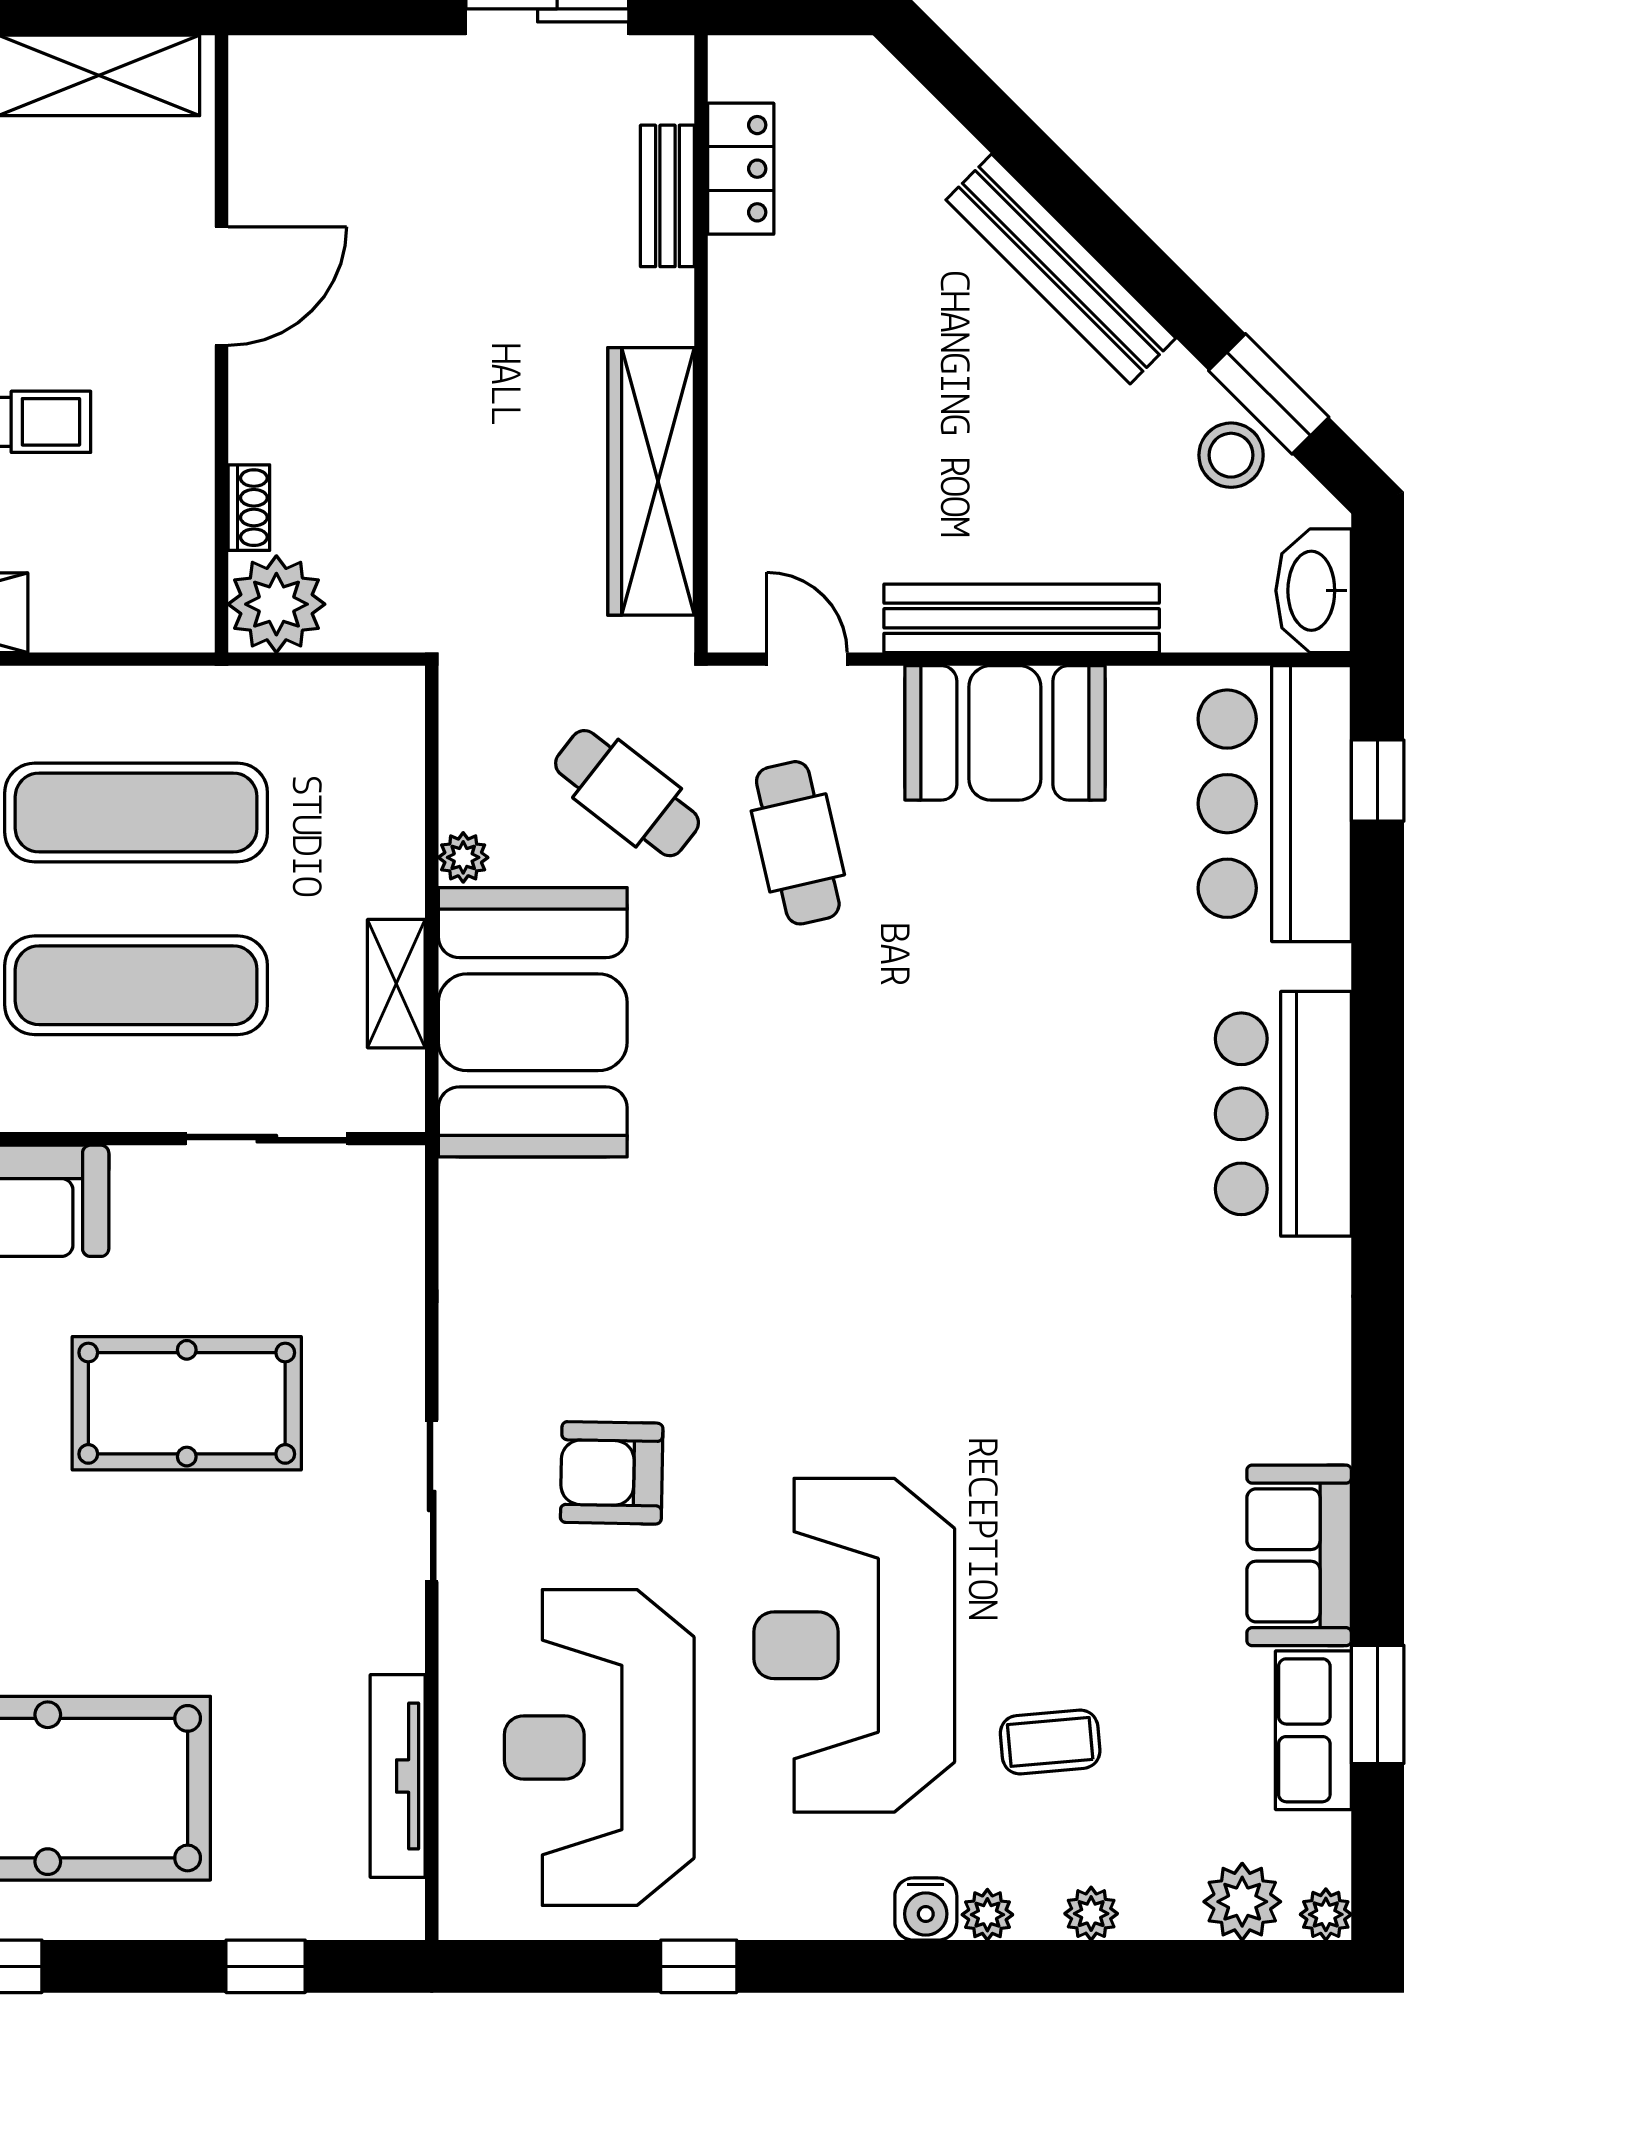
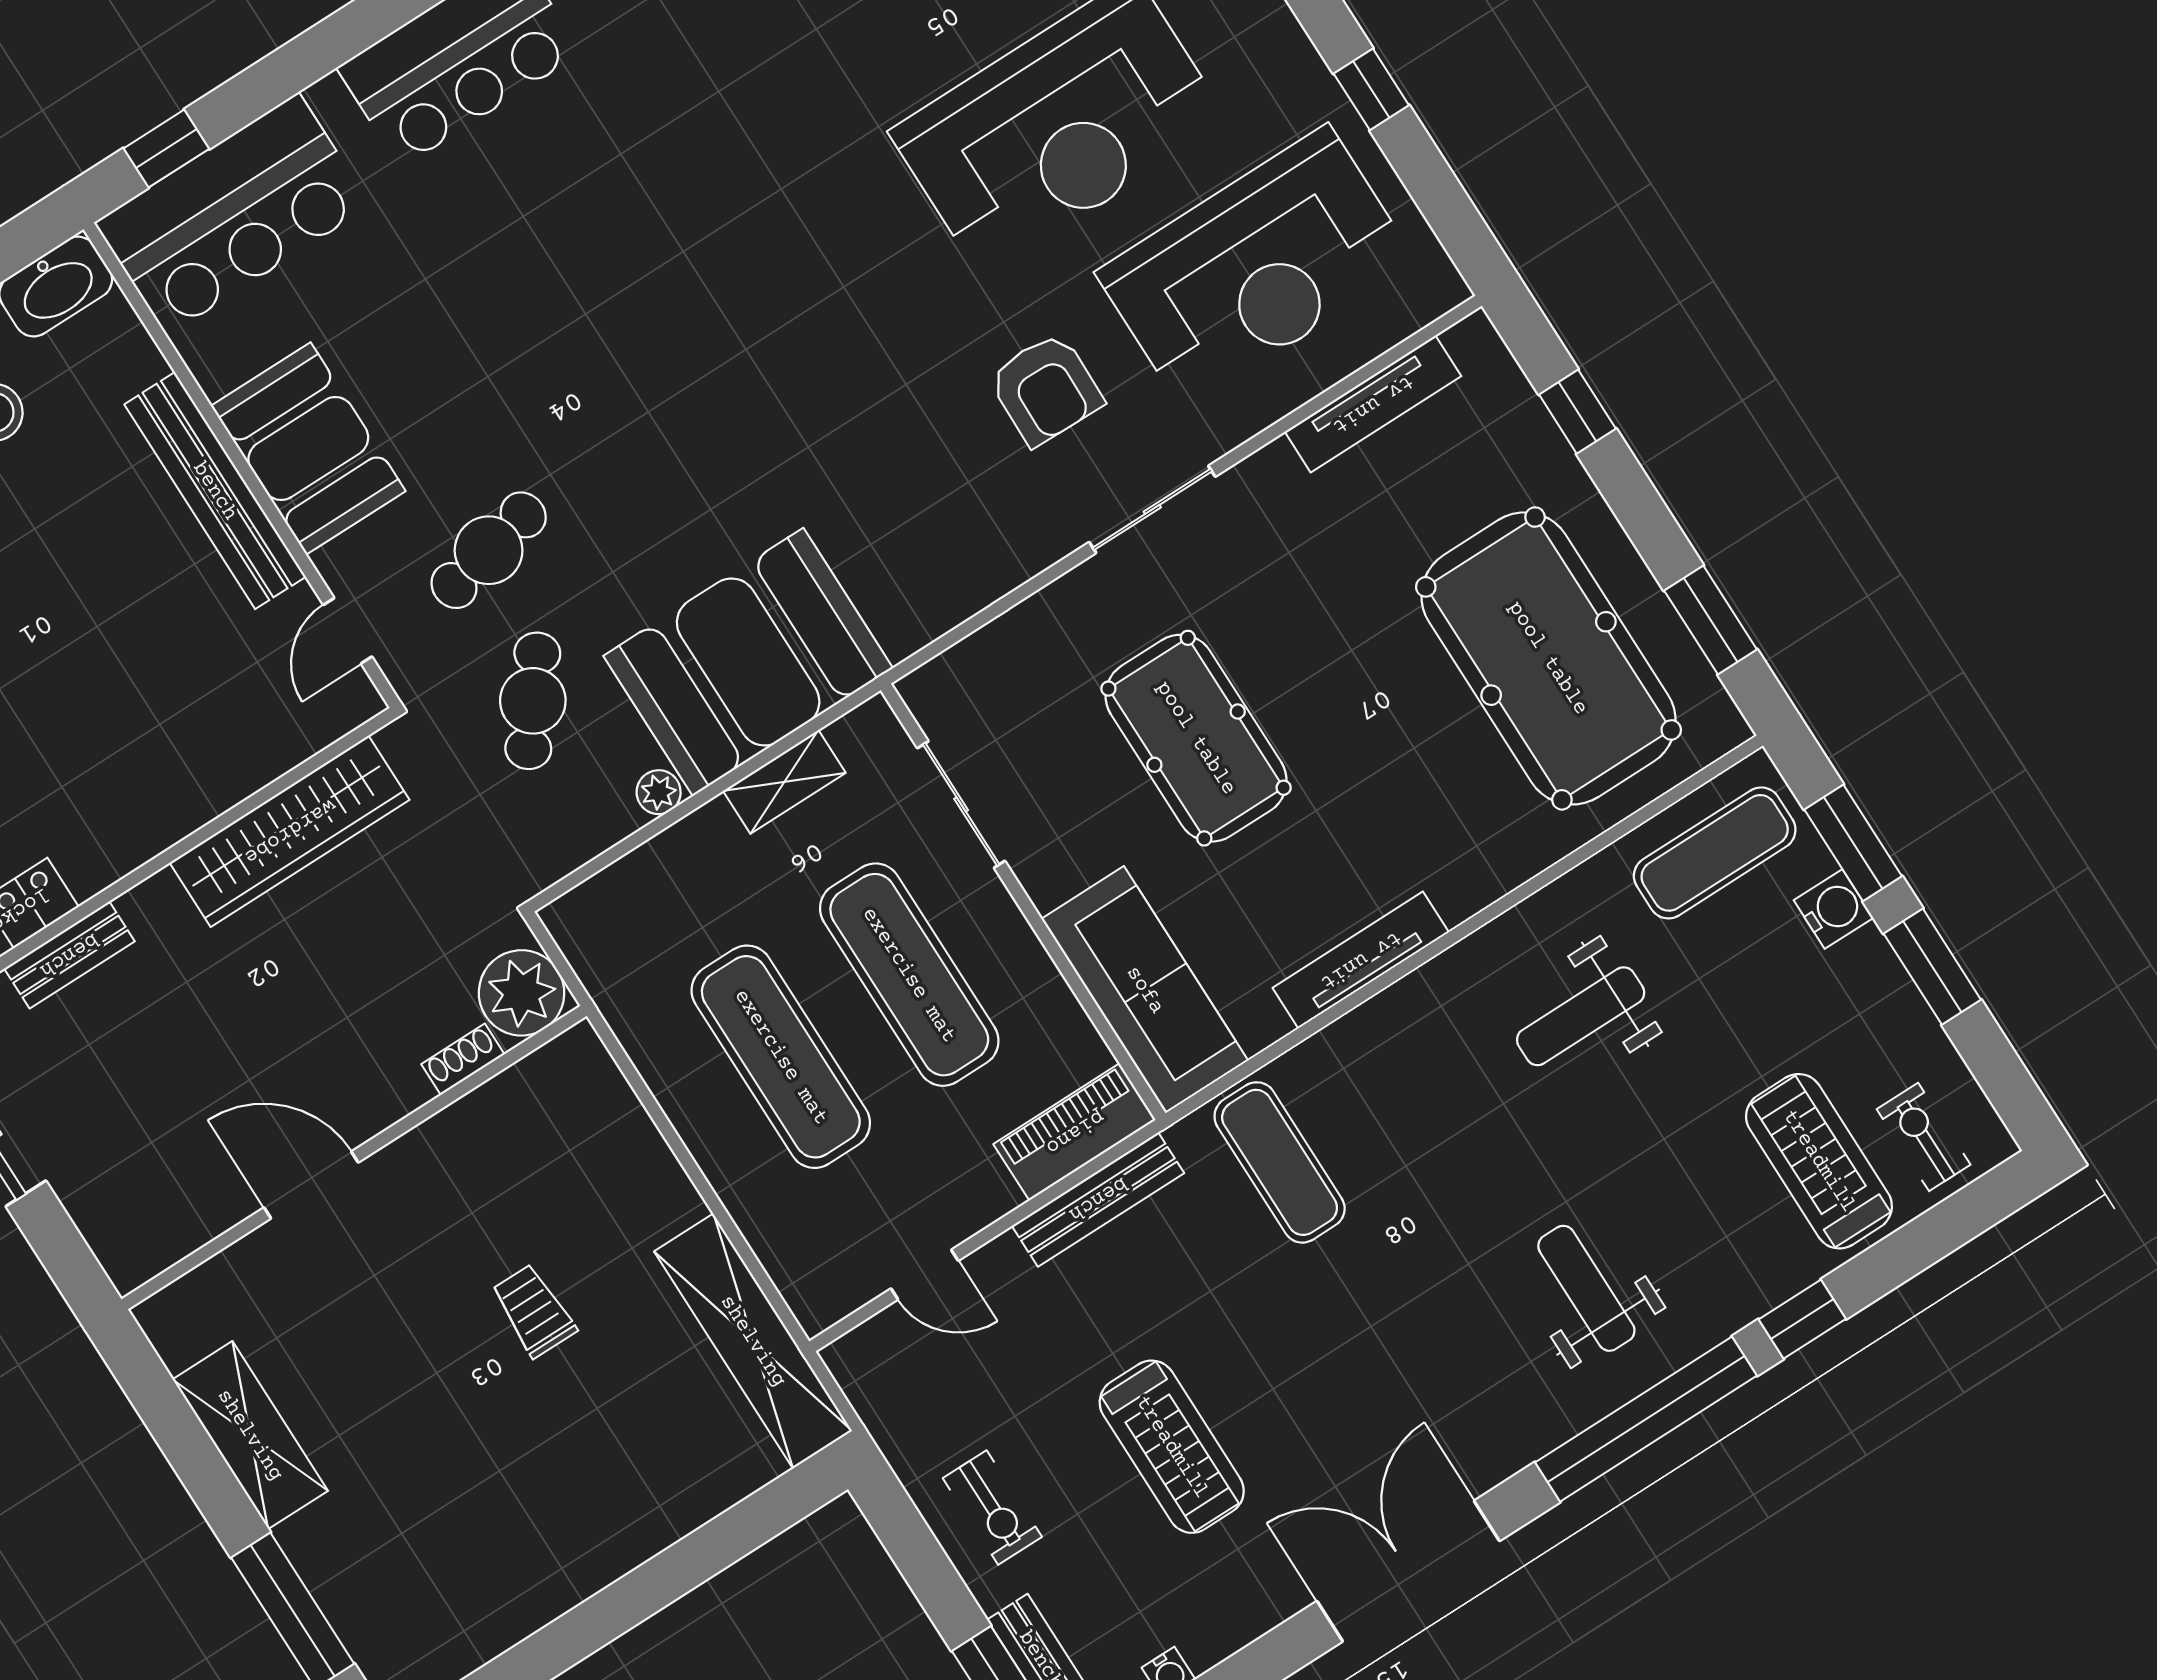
door: (222, 286) -> (311, 1185), moved
wall: (222, 344) -> (354, 1158), moved
shoe rack: (249, 508) -> (463, 1059), moved
plant: (276, 604) -> (522, 993), moved

